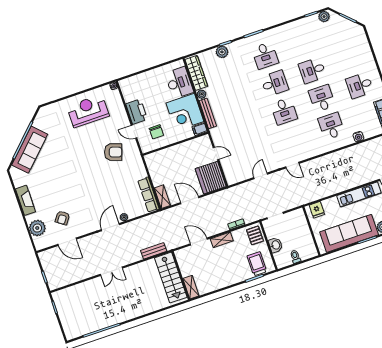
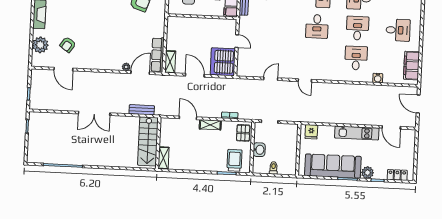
desk: (360, 85) -> (398, 30), turned 180
door: (110, 227) -> (140, 73), moved
double door: (111, 271) -> (94, 113), width x1.37

